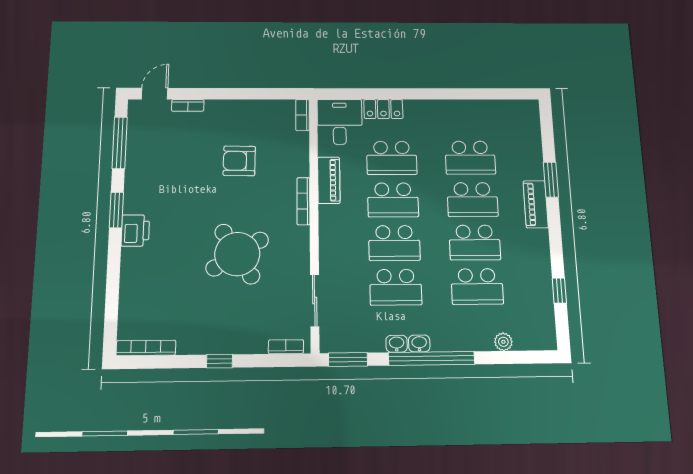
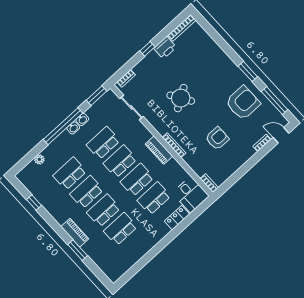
door: (155, 94) -> (281, 135), swing flipped
armchair: (163, 176) -> (243, 103), added
piano: (329, 180) -> (159, 150), moved
printer: (135, 231) -> (165, 48), moved, turned -90
round table: (237, 254) -> (181, 98), width x0.73, depth x0.73

